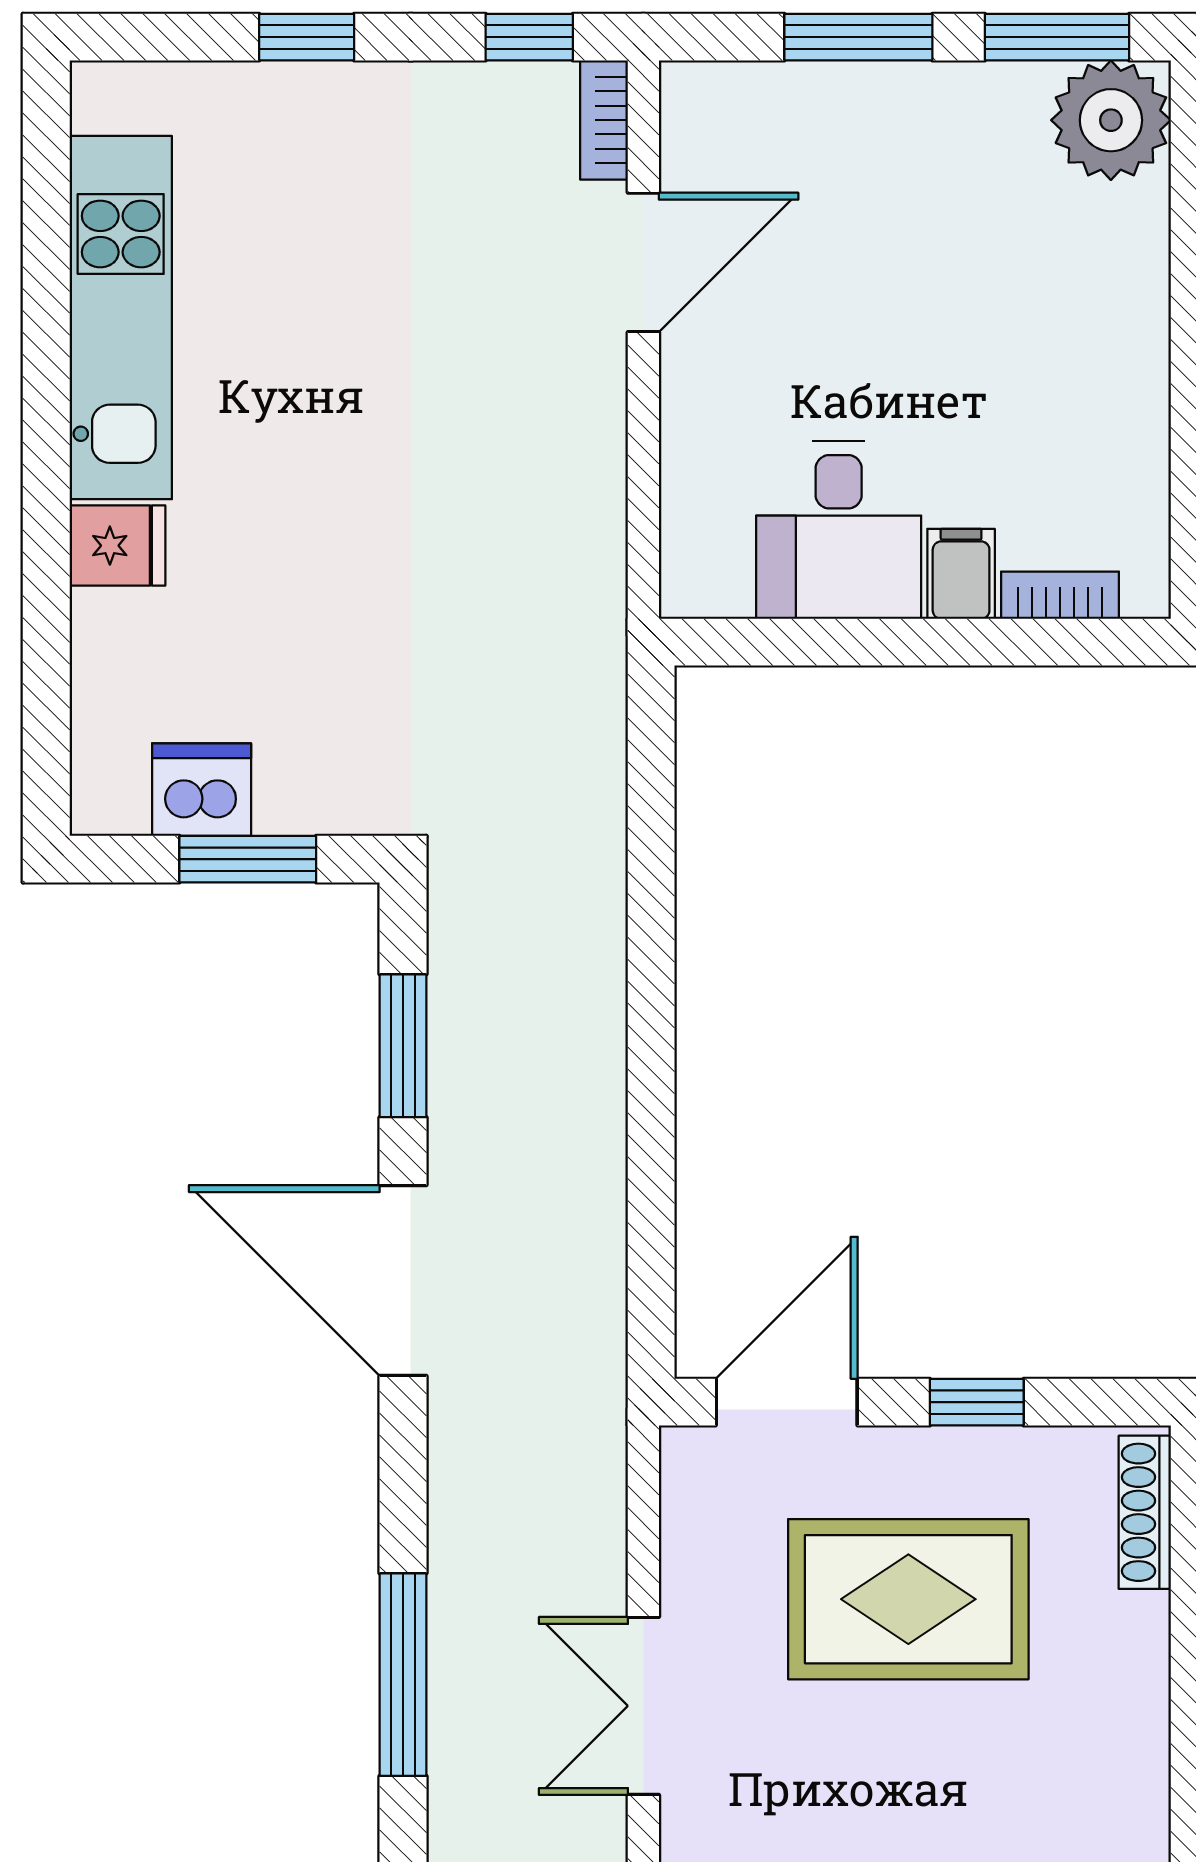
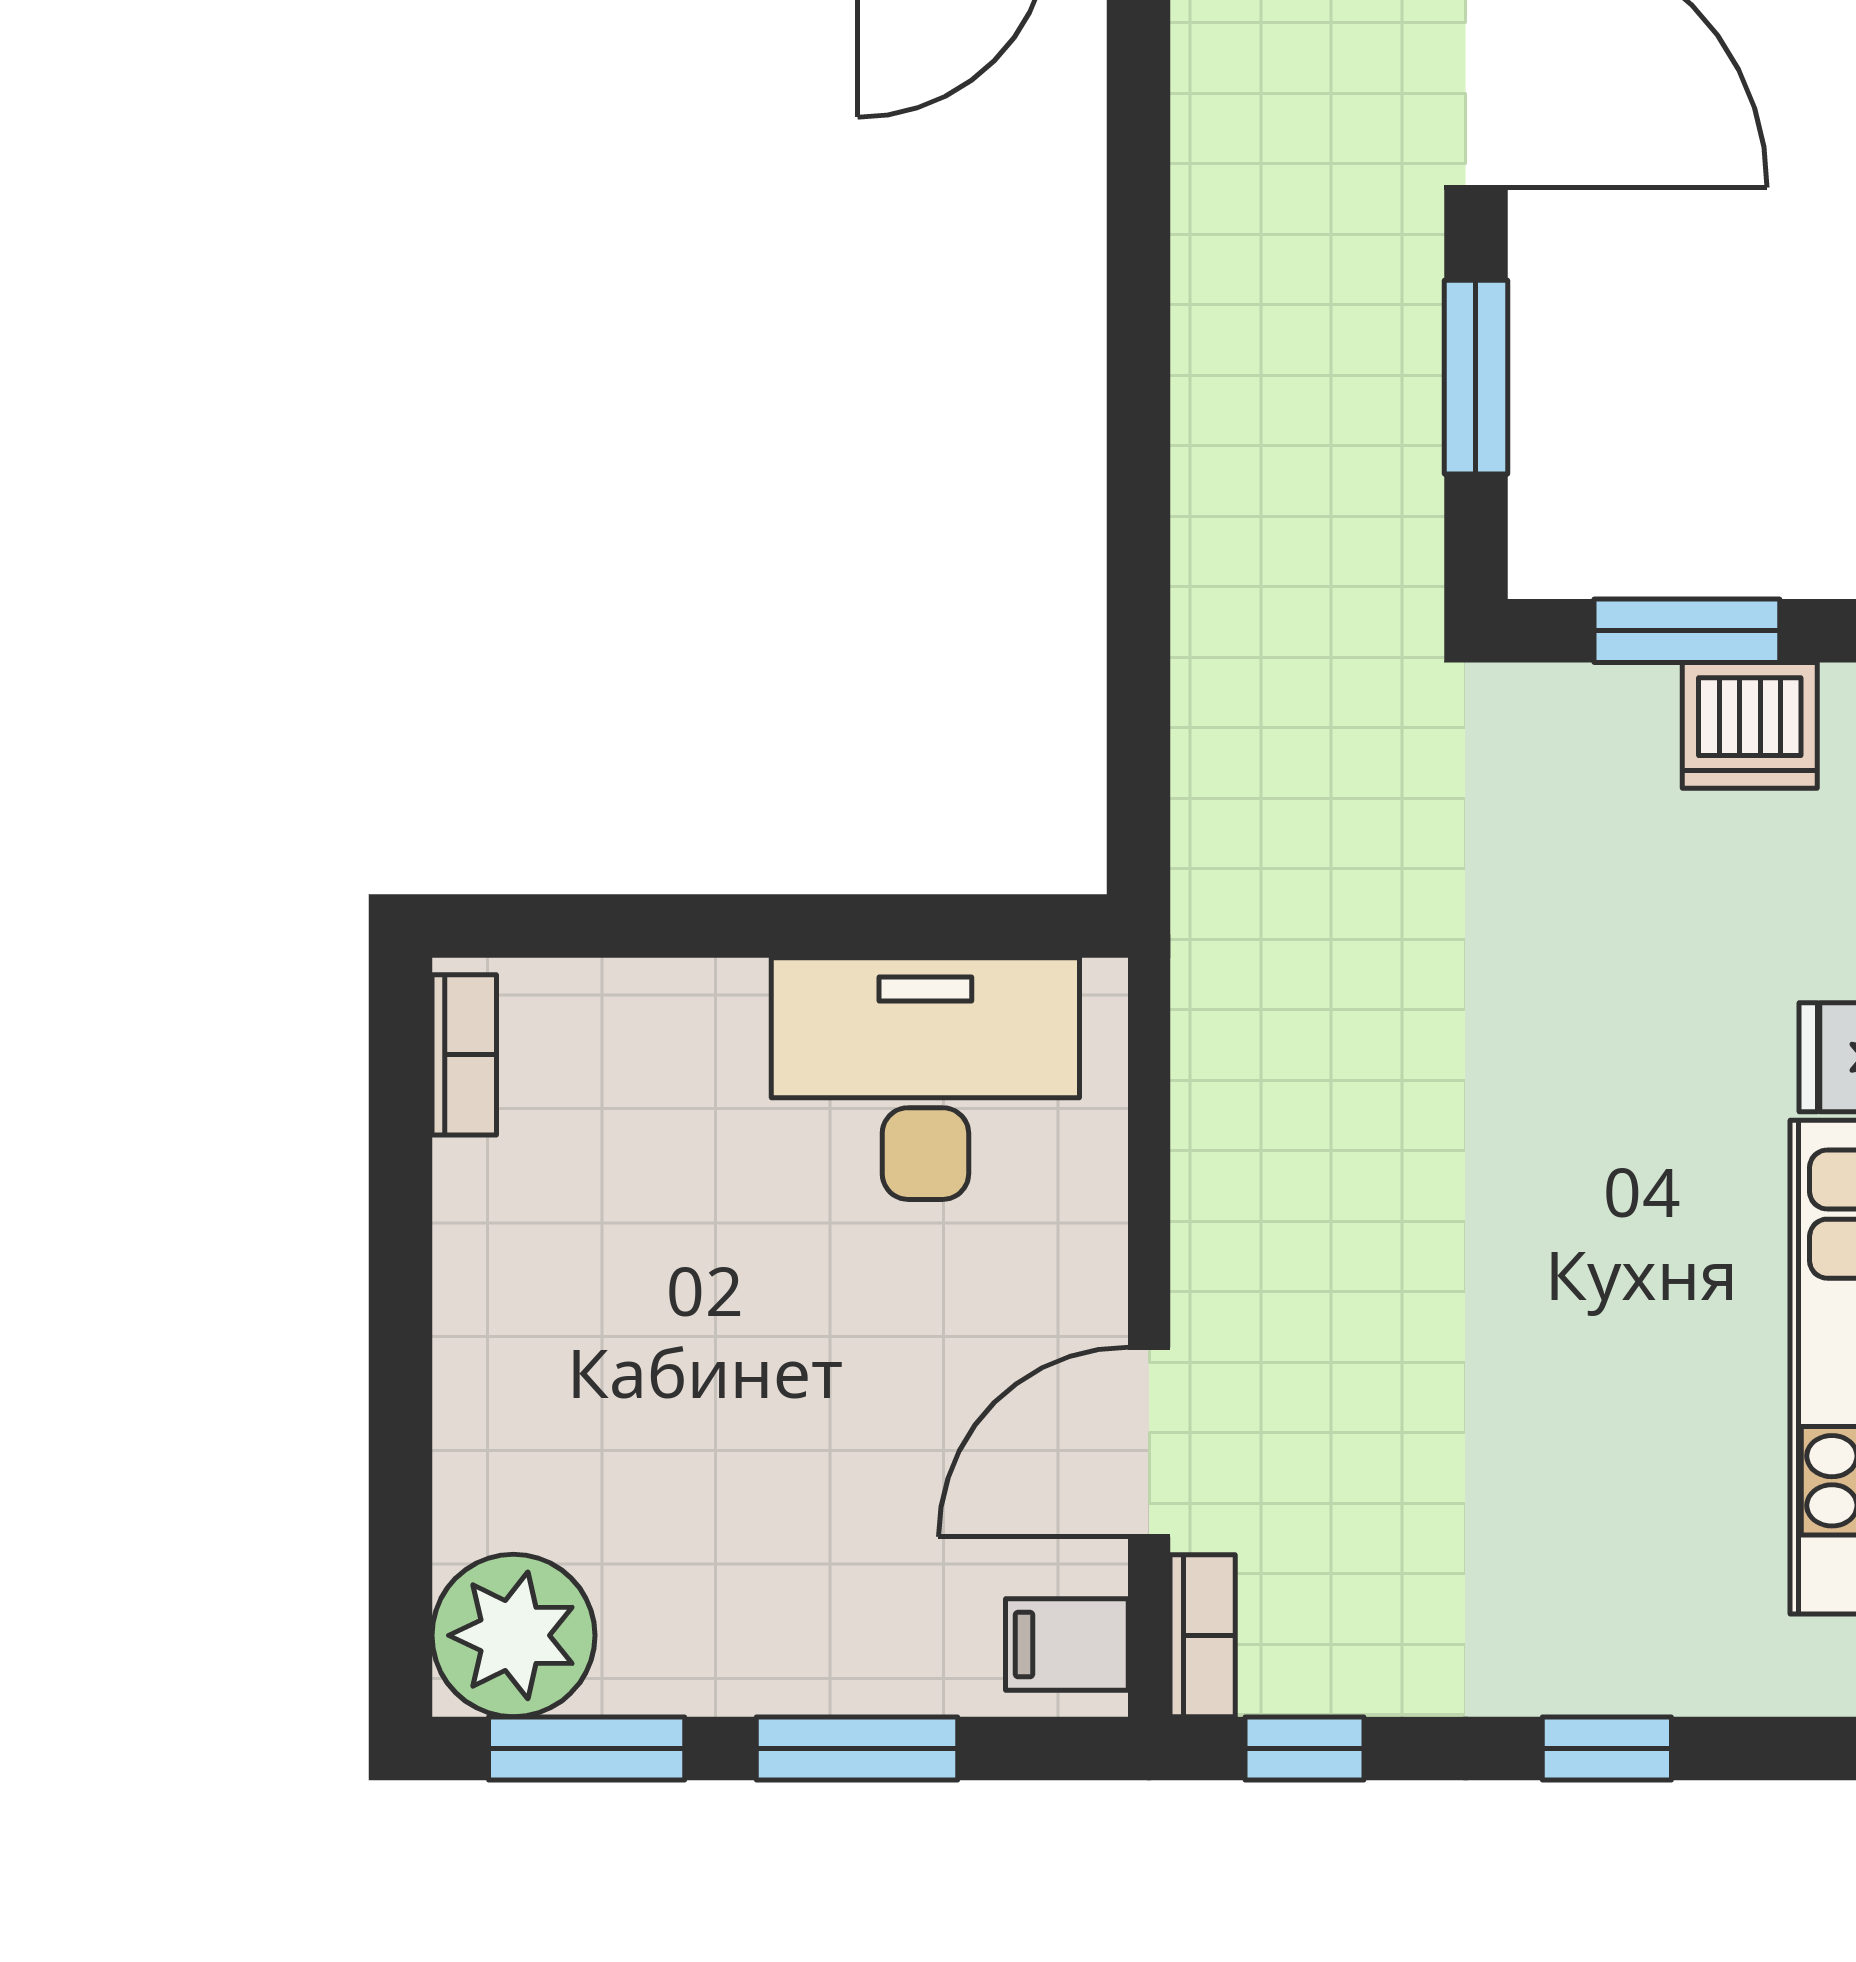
desk: (839, 530) -> (925, 1079), width x1.37
filing cabinet: (961, 574) -> (1067, 1645), moved, turned 90
bookcase: (1060, 595) -> (464, 1055), moved, turned -90

